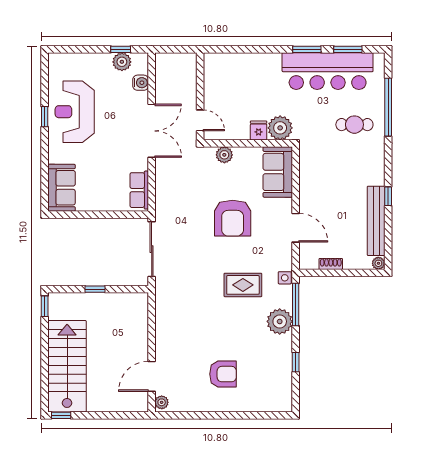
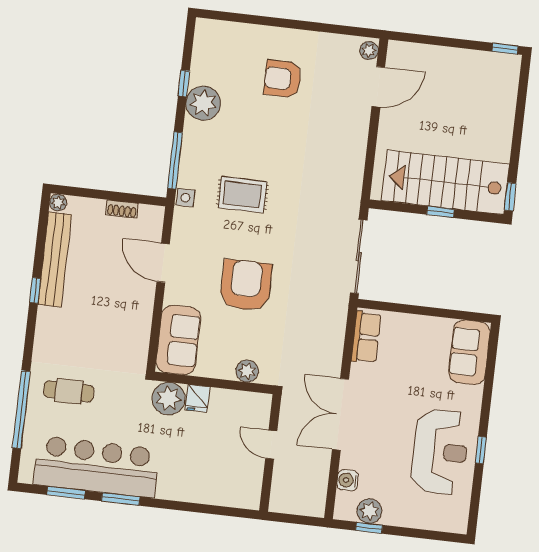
door: (200, 120) -> (271, 445), moved
plant: (280, 321) -> (203, 103), moved
stairs: (67, 366) -> (445, 182), moved, turned 90

